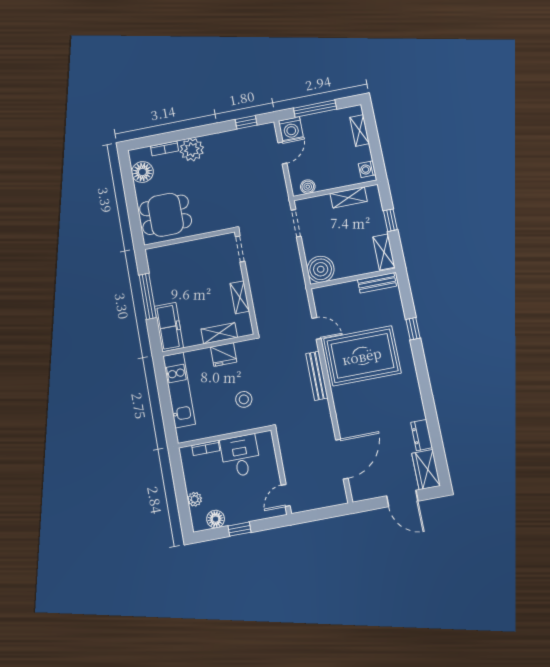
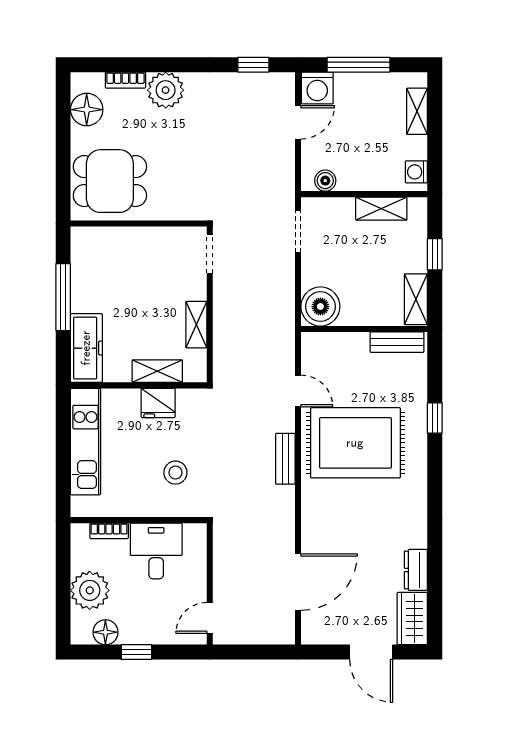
bench: (317, 376) -> (285, 459), width x0.73
plant: (195, 499) -> (90, 590), width x1.87, depth x1.87

